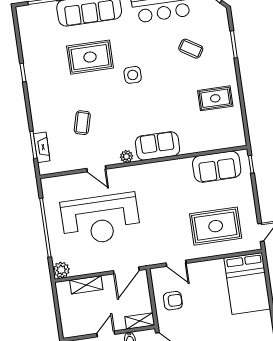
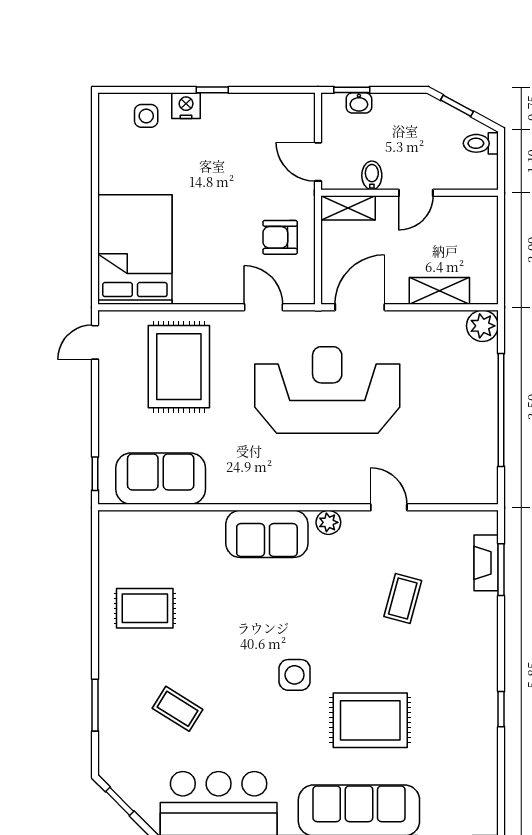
reception desk: (100, 219) -> (327, 390), moved
rug: (216, 226) -> (179, 367), turned 90

